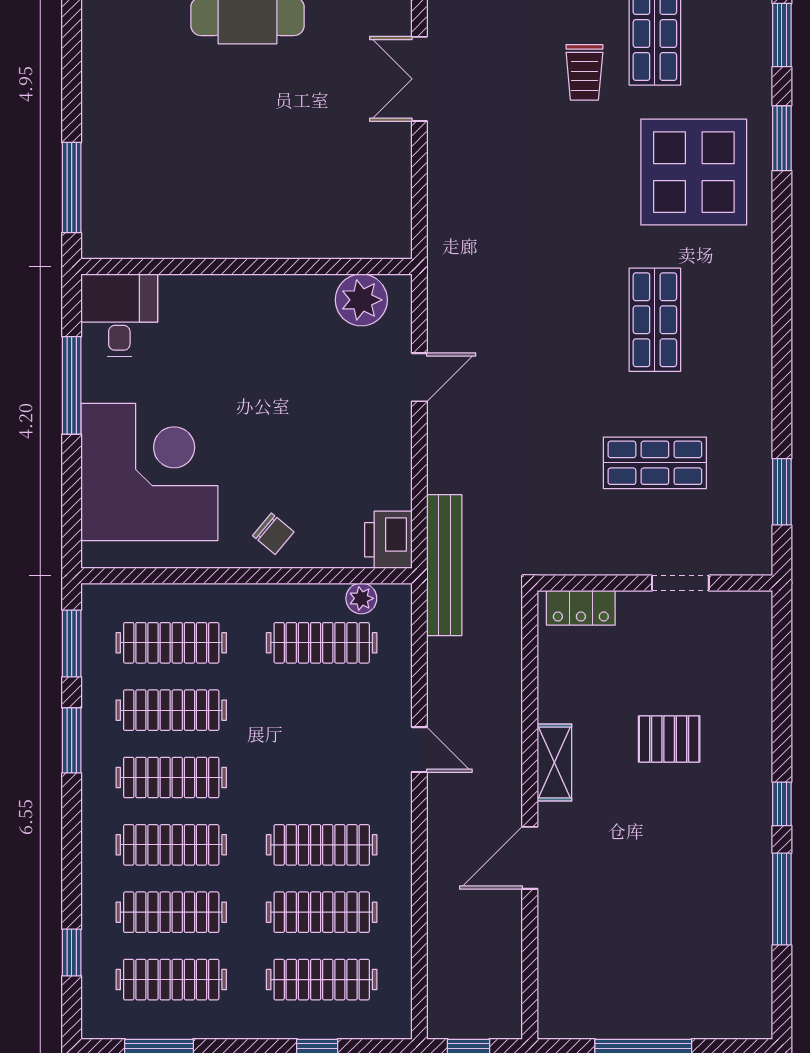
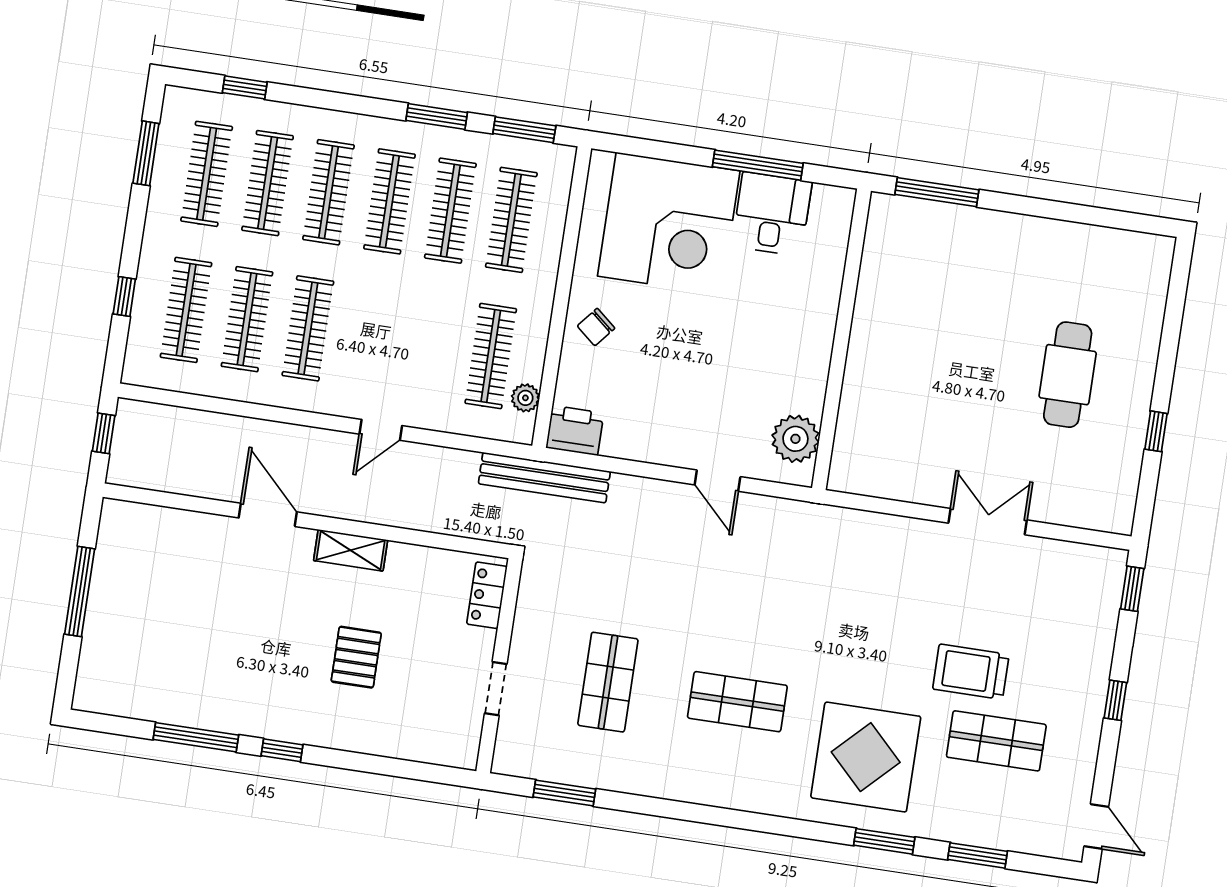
trolley: (584, 72) -> (971, 672), width x1.36, depth x1.39
desk: (119, 315) -> (772, 214), moved, turned -90

